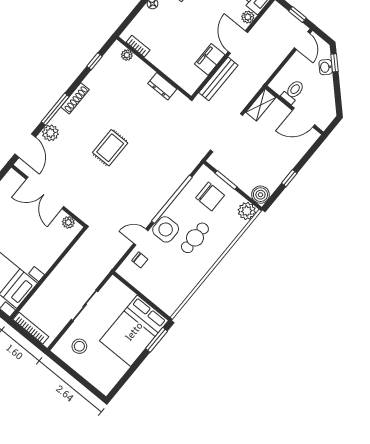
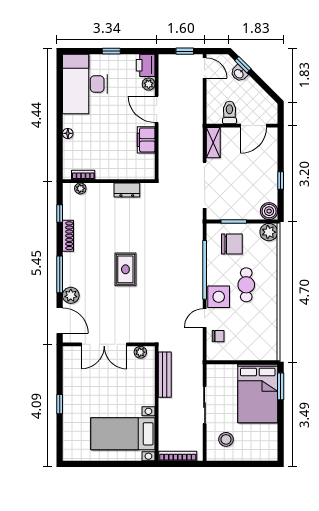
bench: (218, 79) -> (165, 375), moved
shoe rack: (75, 98) -> (68, 236), moved

